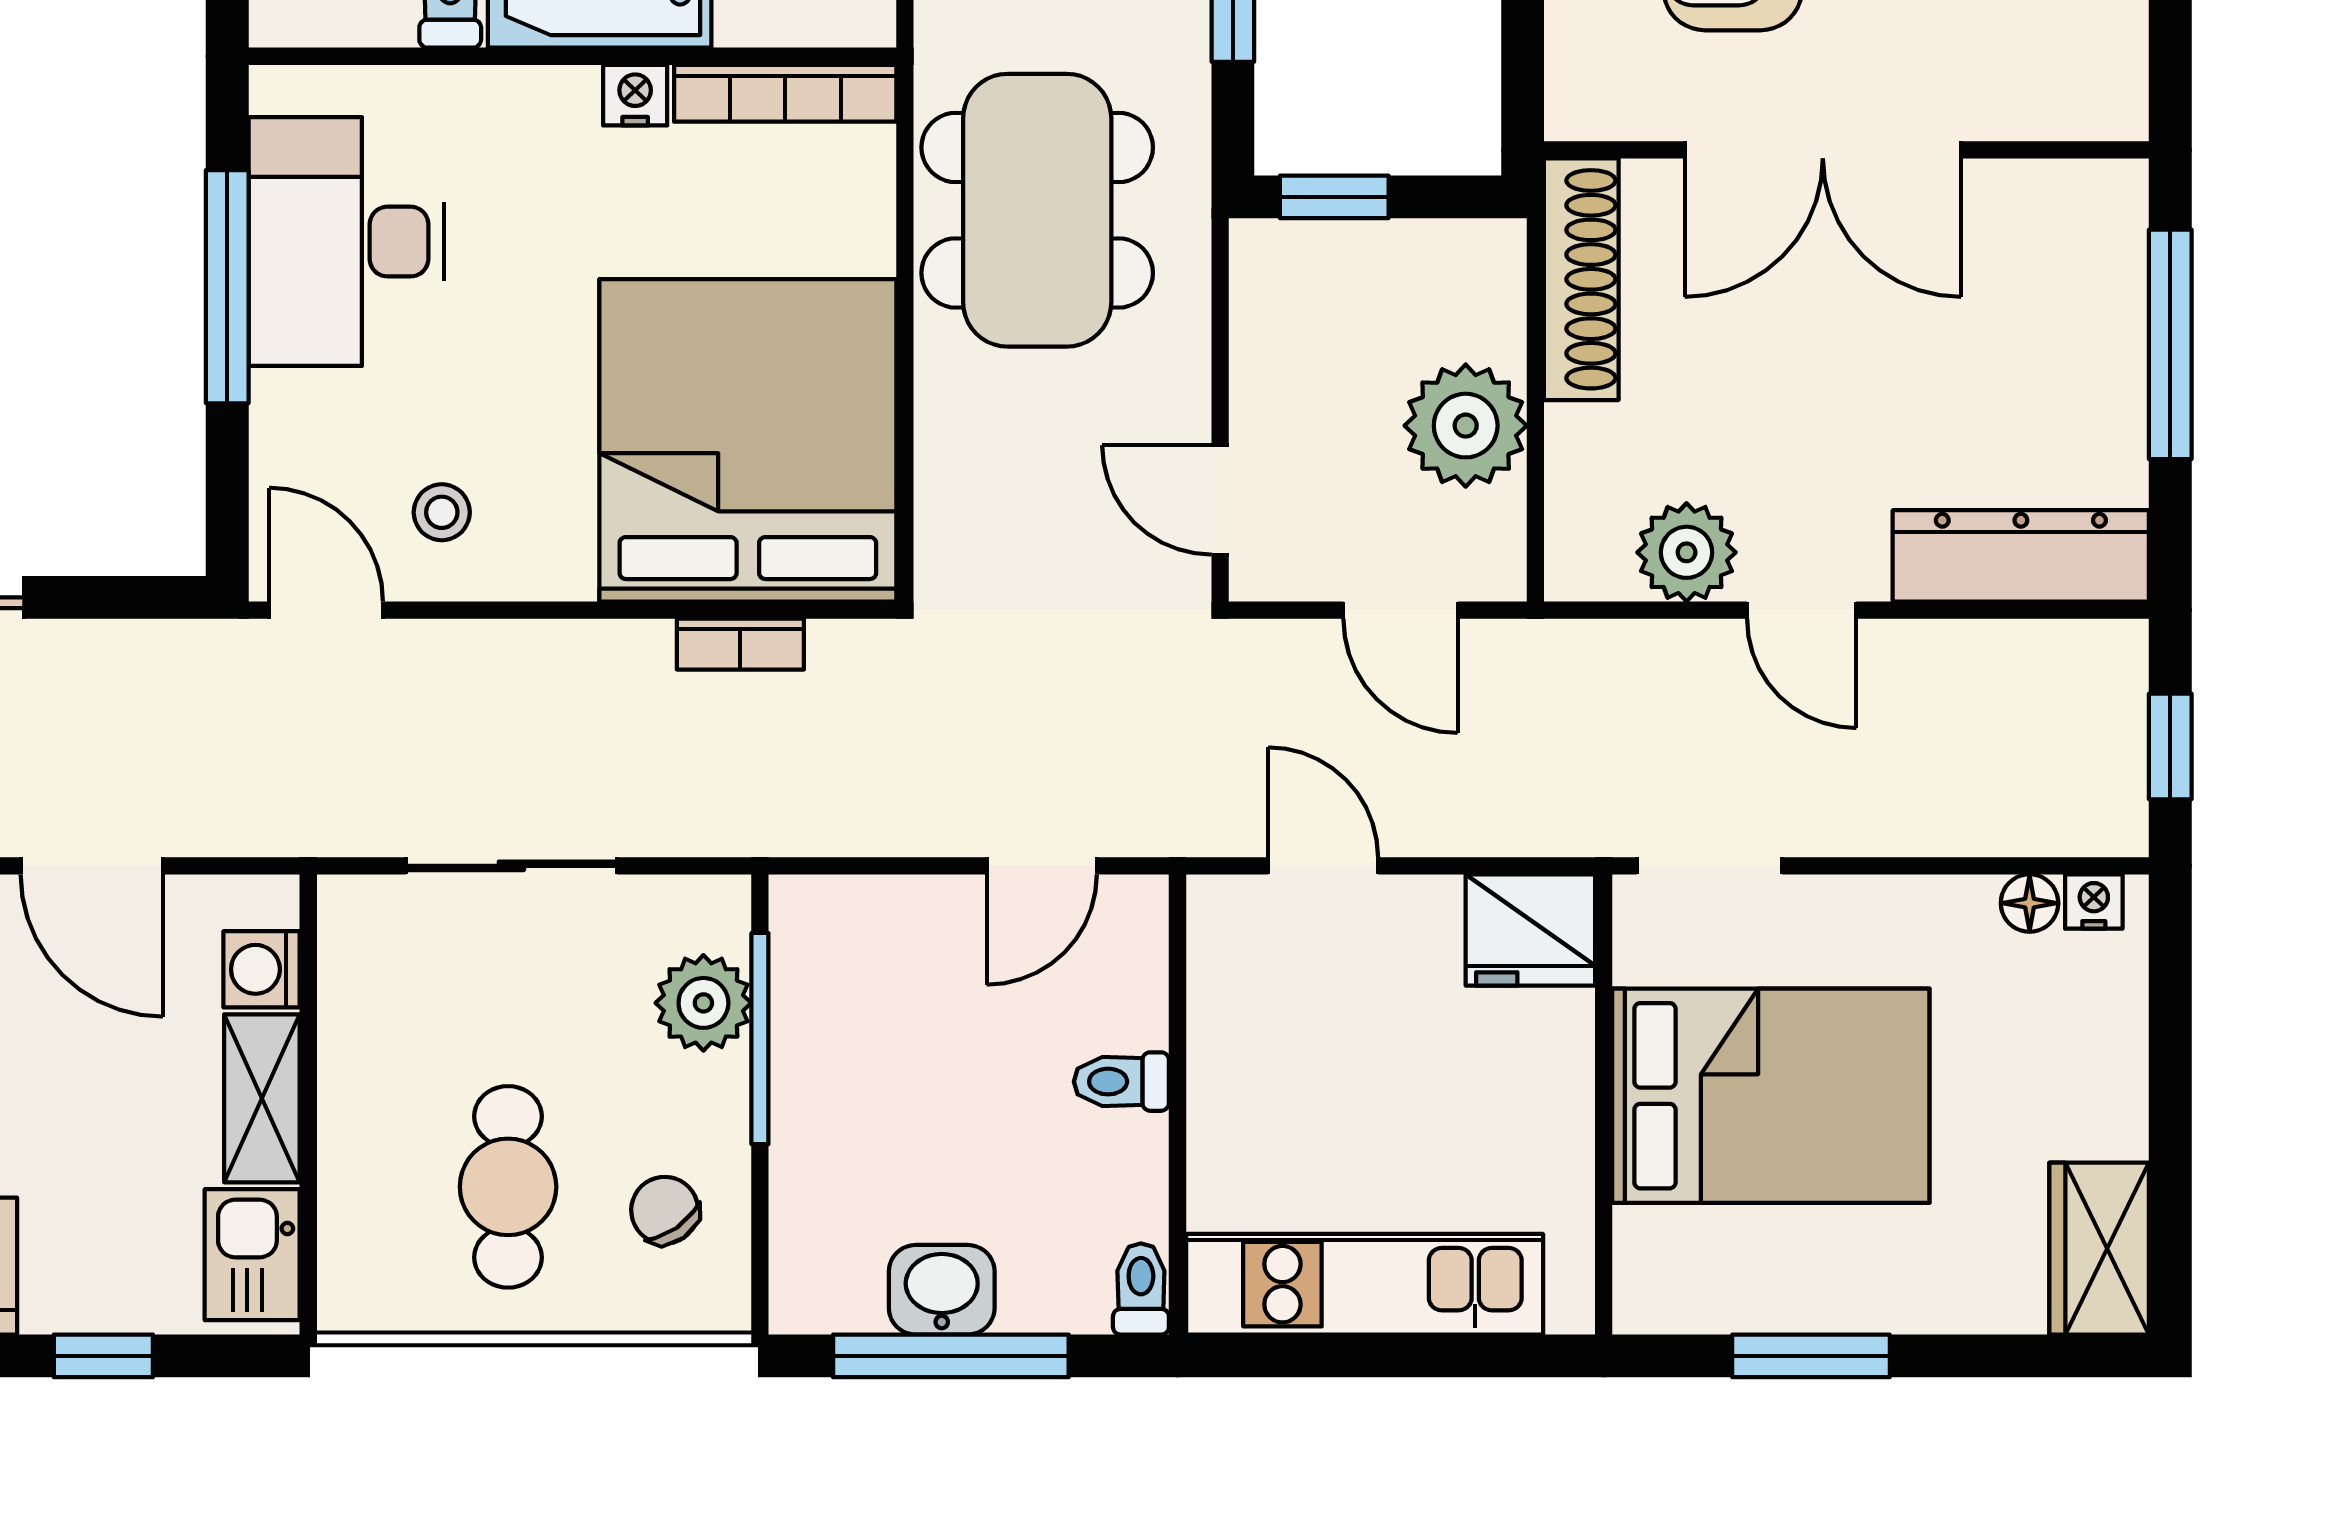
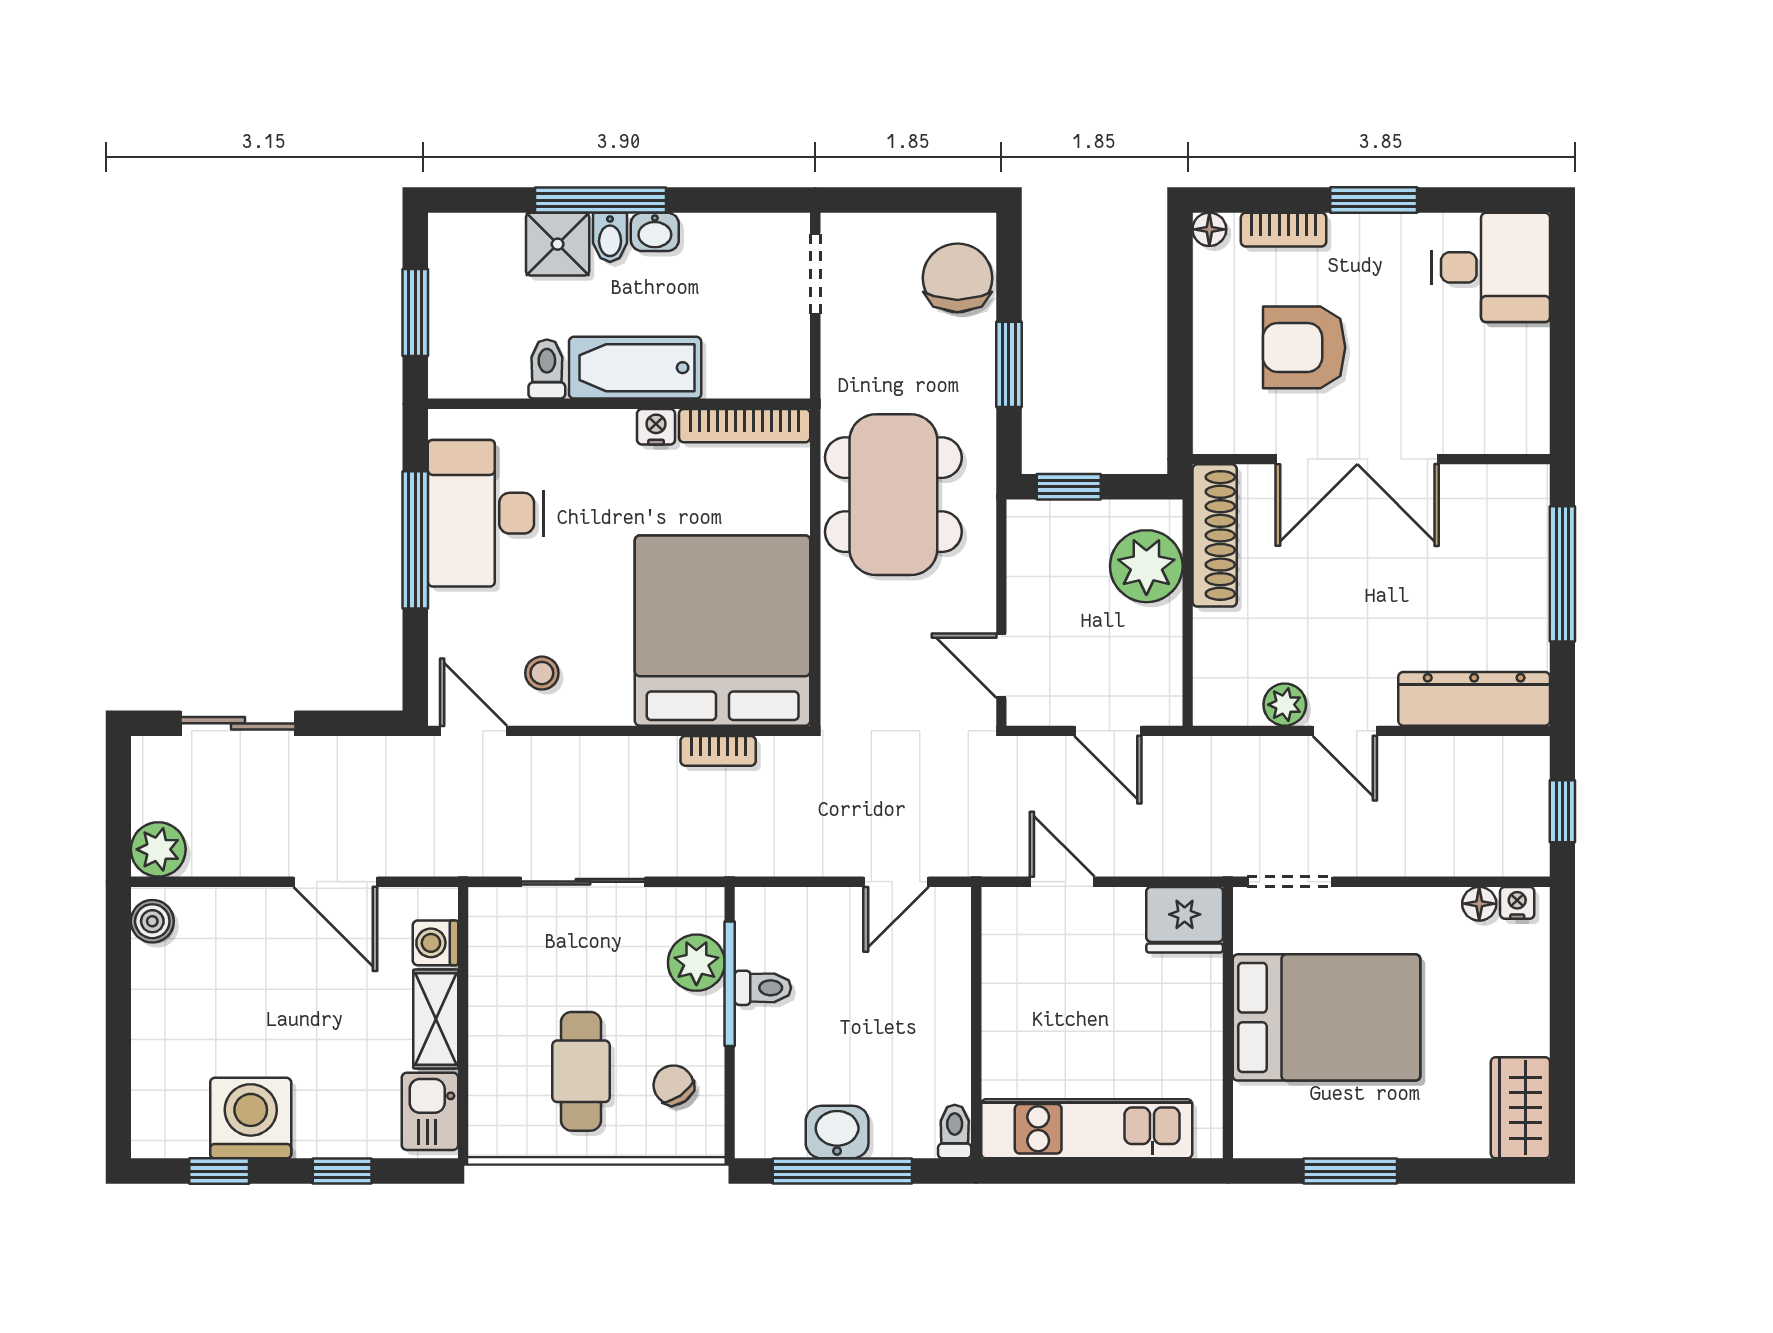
plant: (1466, 426) -> (1146, 566), moved
plant: (1687, 552) -> (1285, 705), width x0.73, depth x0.73
toilet: (1121, 1082) -> (763, 988), moved, turned 180

